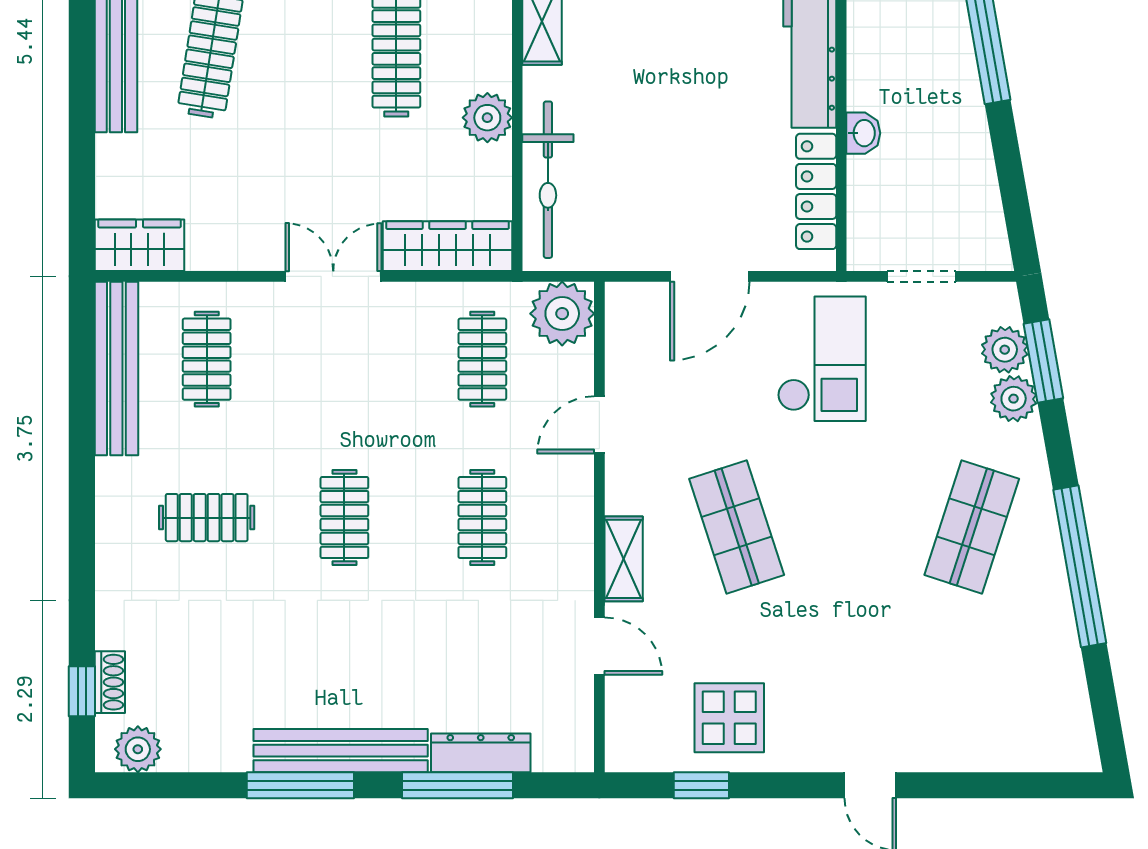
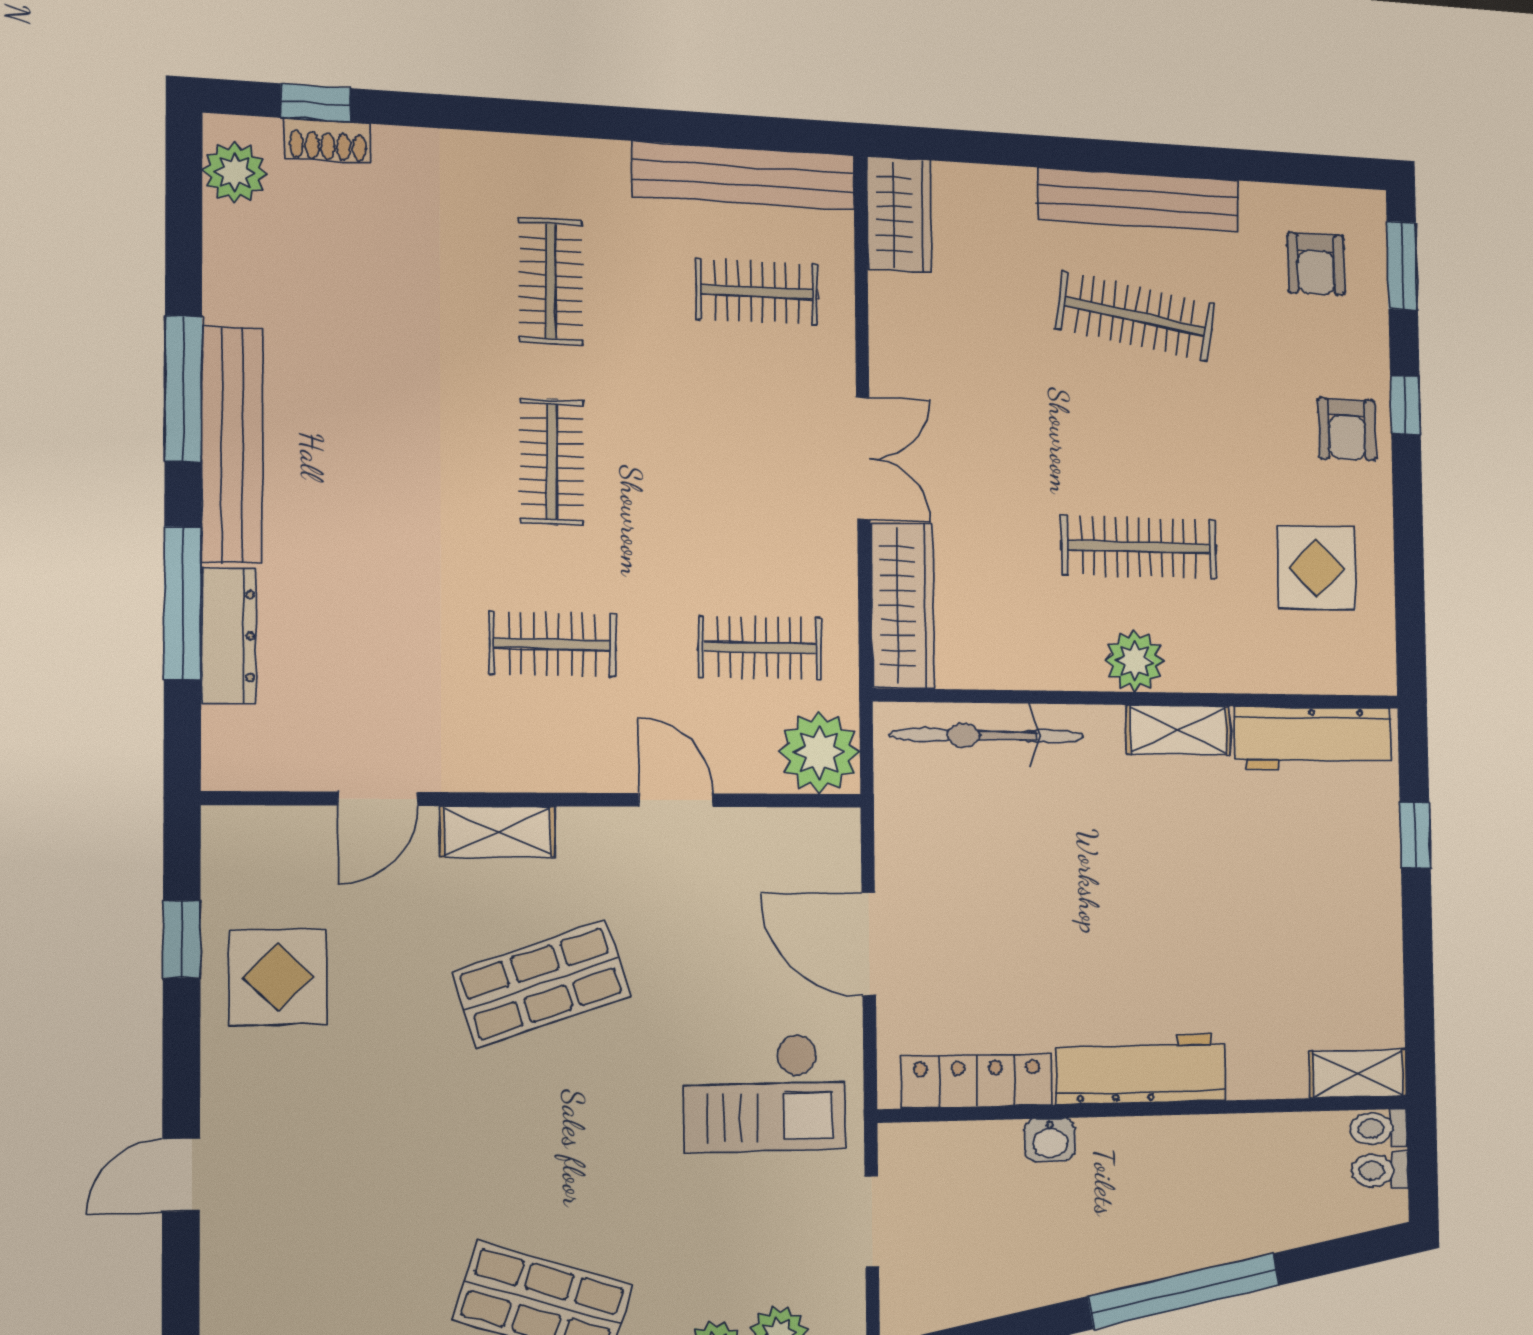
plant: (487, 118) -> (1134, 661), moved
clothes rail: (344, 518) -> (552, 462), turned 90

